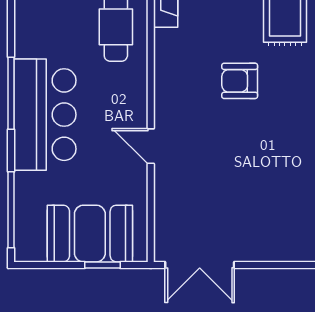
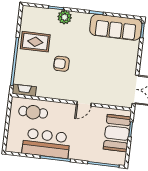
armchair: (240, 81) -> (61, 64), turned 90
bar counter: (45, 115) -> (46, 143), moved

